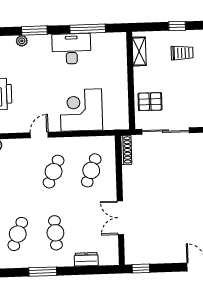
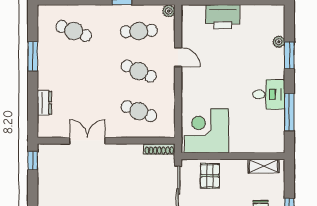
desk: (72, 49) -> (269, 94), width x0.73
corner desk: (81, 110) -> (206, 131), moved, turned -90
cafe table: (55, 233) -> (139, 31), moved

